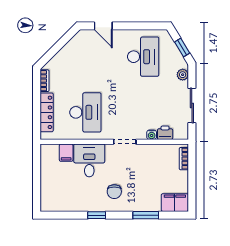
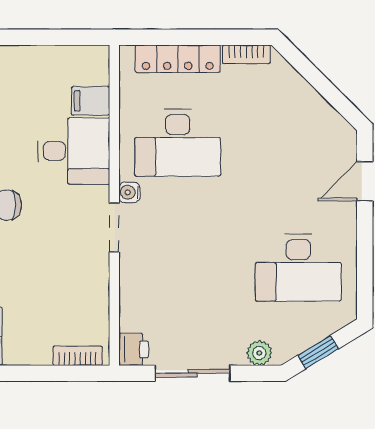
printer: (165, 133) -> (134, 349), moved
water cooler: (152, 135) -> (129, 192), moved

